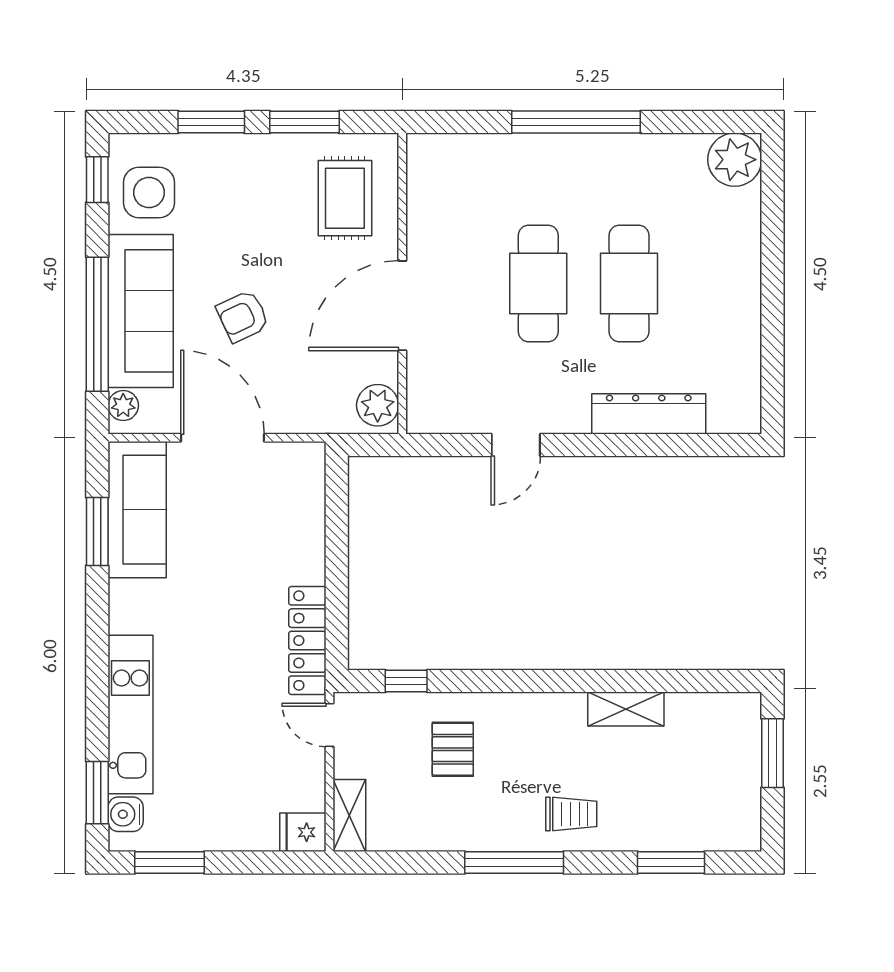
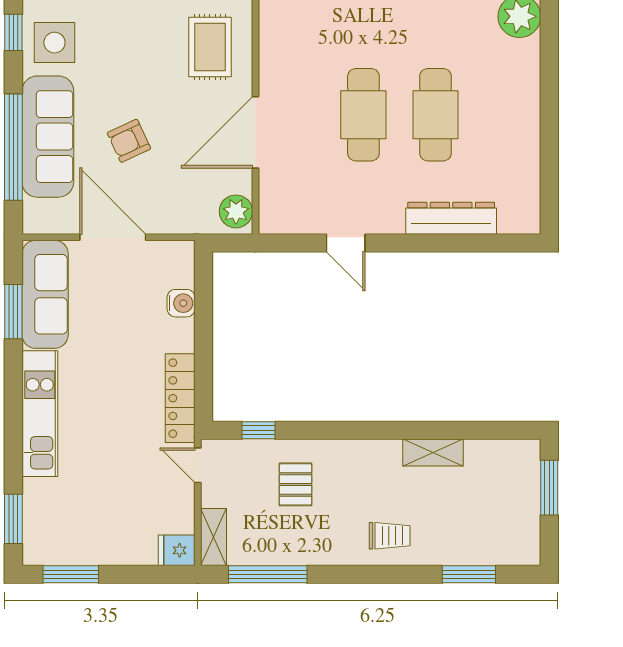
plant: (123, 406) -> (34, 212), removed
door: (516, 445) -> (346, 243), hinge flipped
kitchen unit: (130, 715) -> (40, 414), moved
water cooler: (126, 814) -> (181, 303), moved, turned 180
window: (514, 862) -> (268, 574), moved

